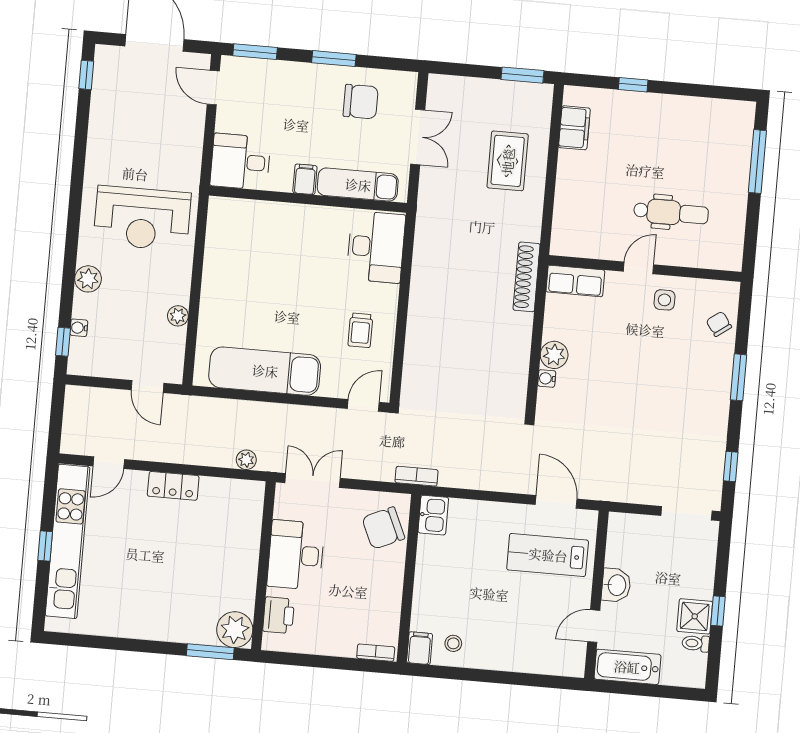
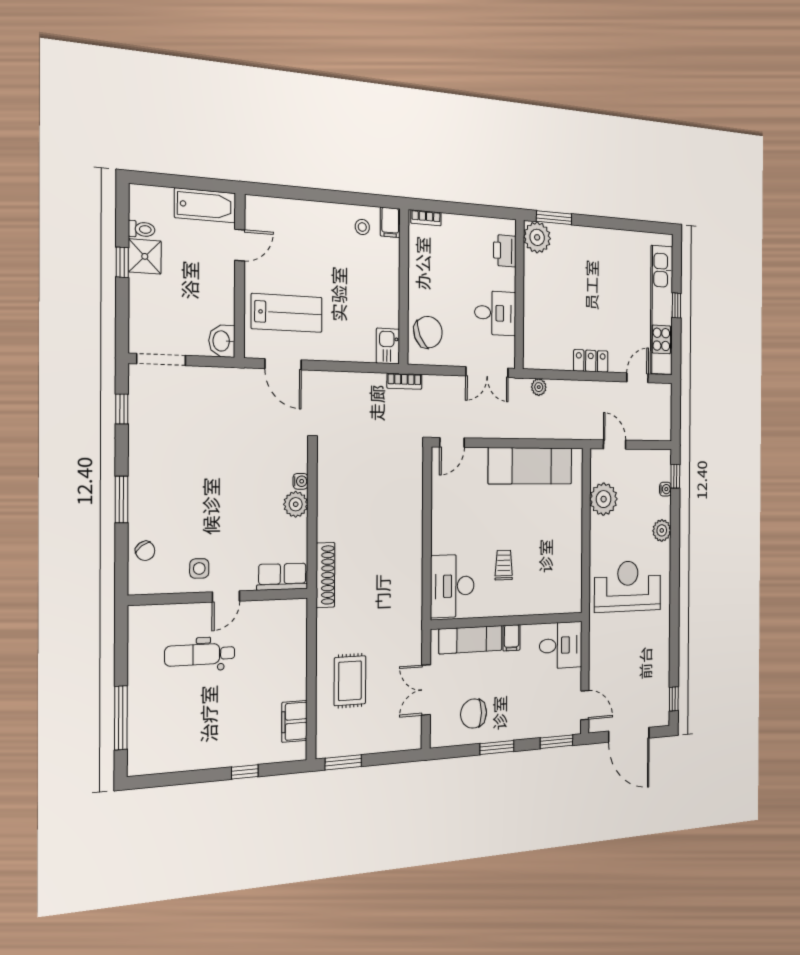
plant: (178, 316) -> (604, 499), width x1.88, depth x1.88
trolley: (360, 330) -> (504, 565), moved
desk: (296, 555) -> (495, 313), width x0.73
washbasin: (616, 585) -> (222, 341), moved

